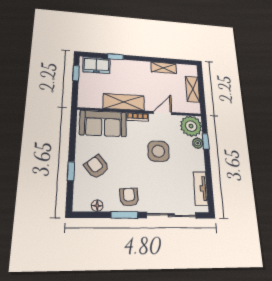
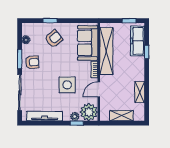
freezer: (97, 65) -> (138, 41), width x1.40
shelving: (124, 102) -> (106, 51), width x1.47
door: (163, 113) -> (99, 89), swing flipped
tv unit: (201, 188) -> (45, 116), width x1.41

